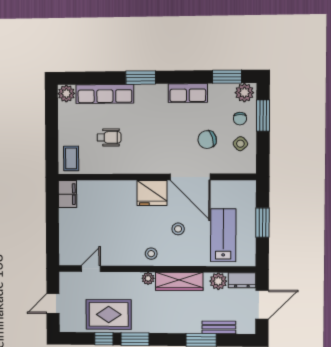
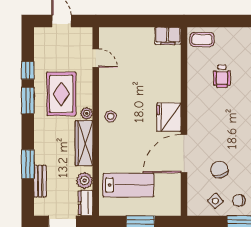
stool: (178, 229) -> (134, 142), removed
rug: (109, 314) -> (61, 94), moved

